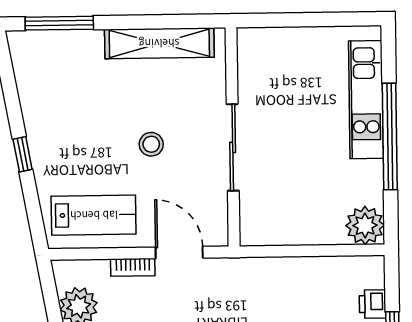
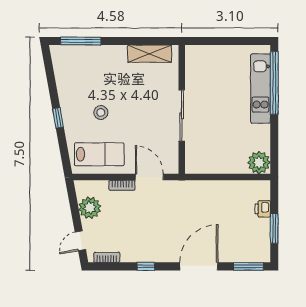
shelving: (159, 43) -> (150, 54), width x0.68
window: (390, 137) -> (274, 83), moved
stool: (151, 144) -> (101, 112), moved

